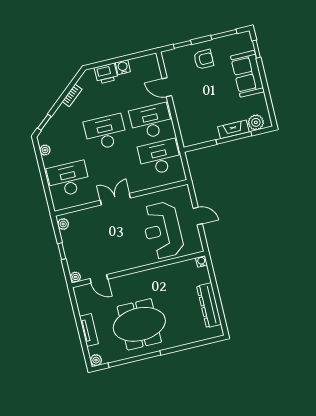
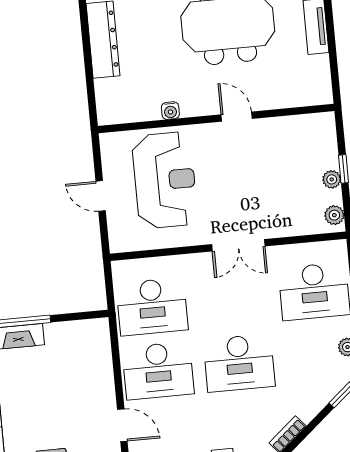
water cooler: (201, 262) -> (170, 111), moved
plant: (75, 277) -> (332, 179), moved
door: (99, 279) -> (237, 117), moved

